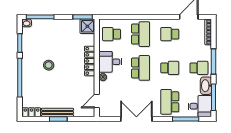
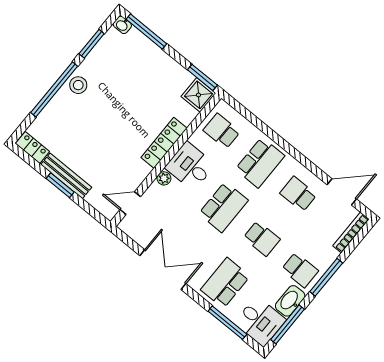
stool: (49, 65) -> (78, 85), moved

